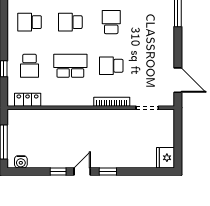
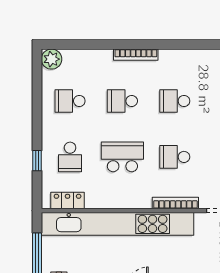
school desk: (111, 22) -> (175, 101), turned -90
kitchen unit: (67, 118) -> (117, 224), added

